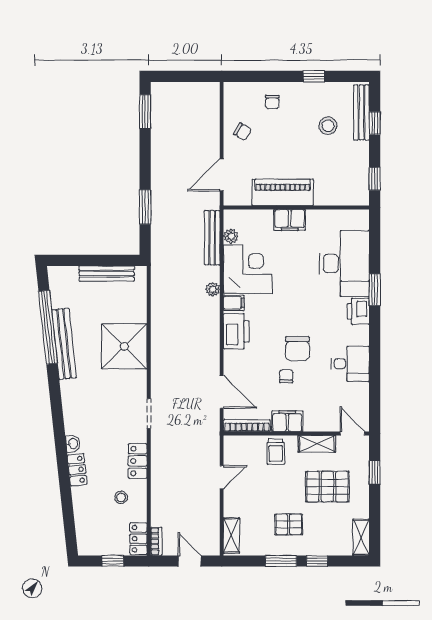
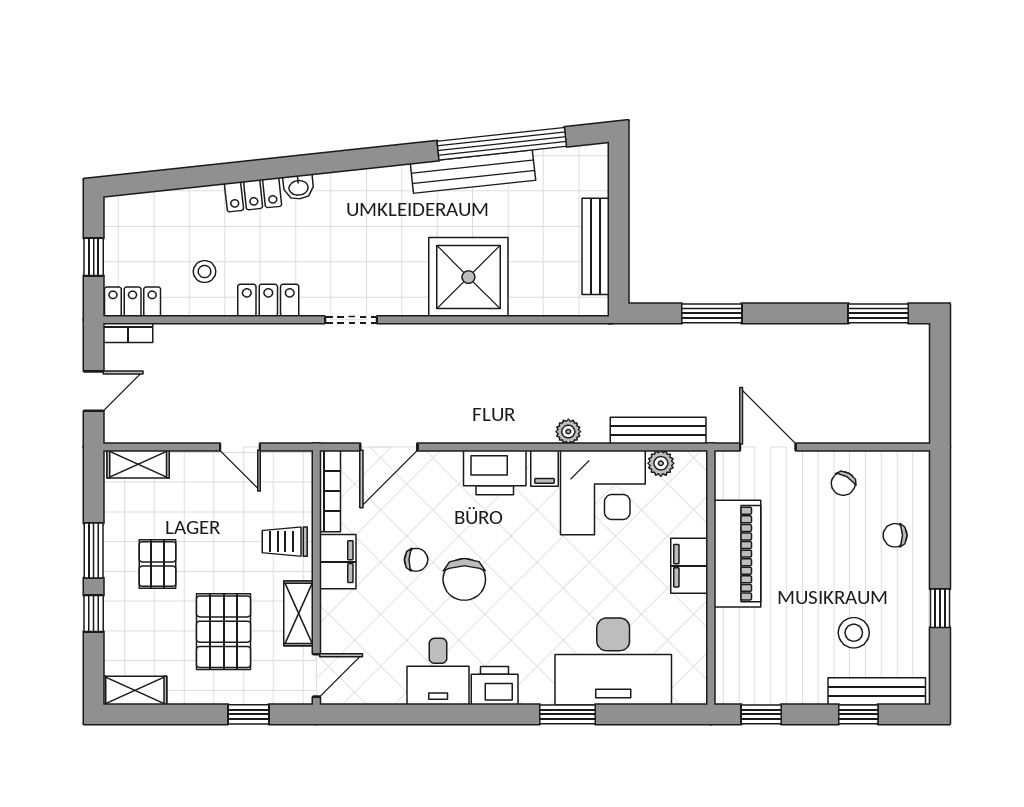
printer: (358, 311) -> (495, 686), moved
chair: (297, 349) -> (464, 579), turned -90

